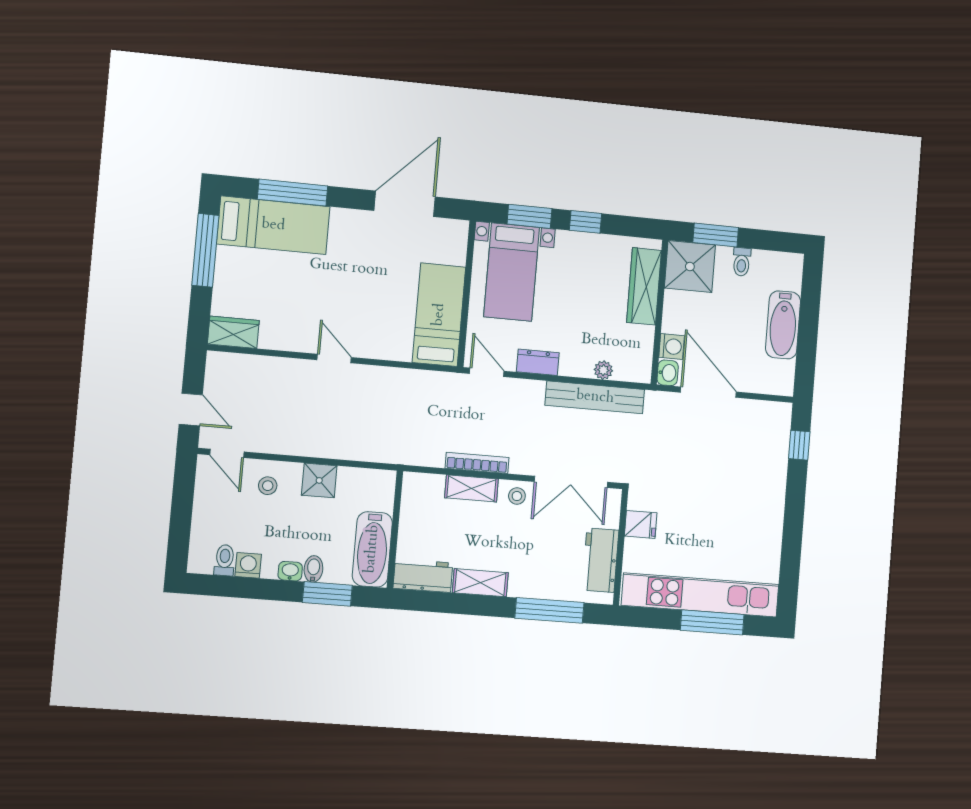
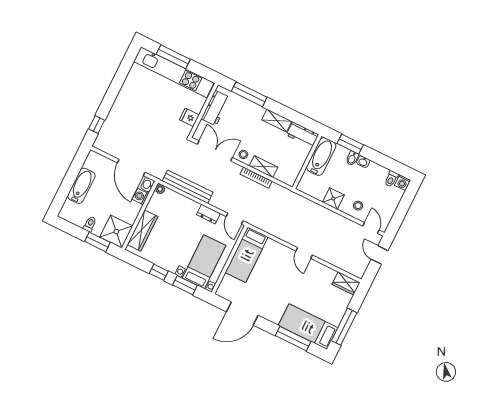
plant: (603, 370) -> (160, 189), moved
washing machine: (248, 565) -> (403, 183), moved

